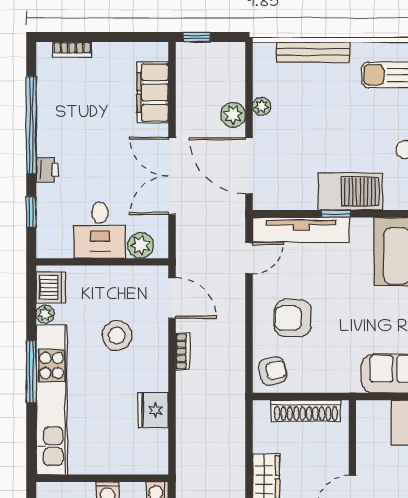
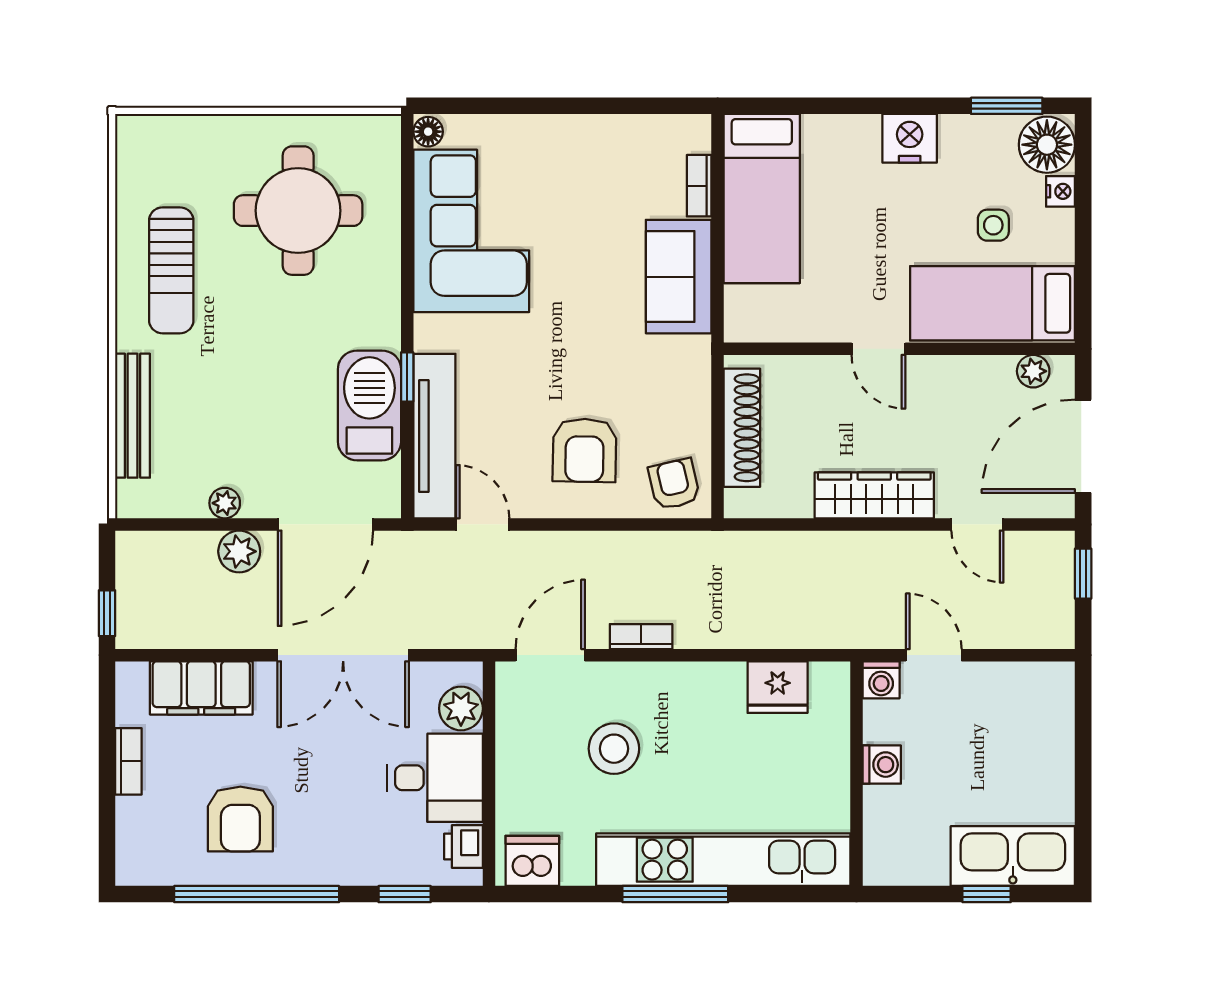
bookcase: (72, 50) -> (128, 761), moved
armchair: (75, 116) -> (240, 819), added
printer: (47, 170) -> (463, 846), moved, turned -90
barbecue: (350, 192) -> (369, 405), moved
plant: (45, 314) -> (578, 871), removed
fridge: (153, 410) -> (778, 687), moved

